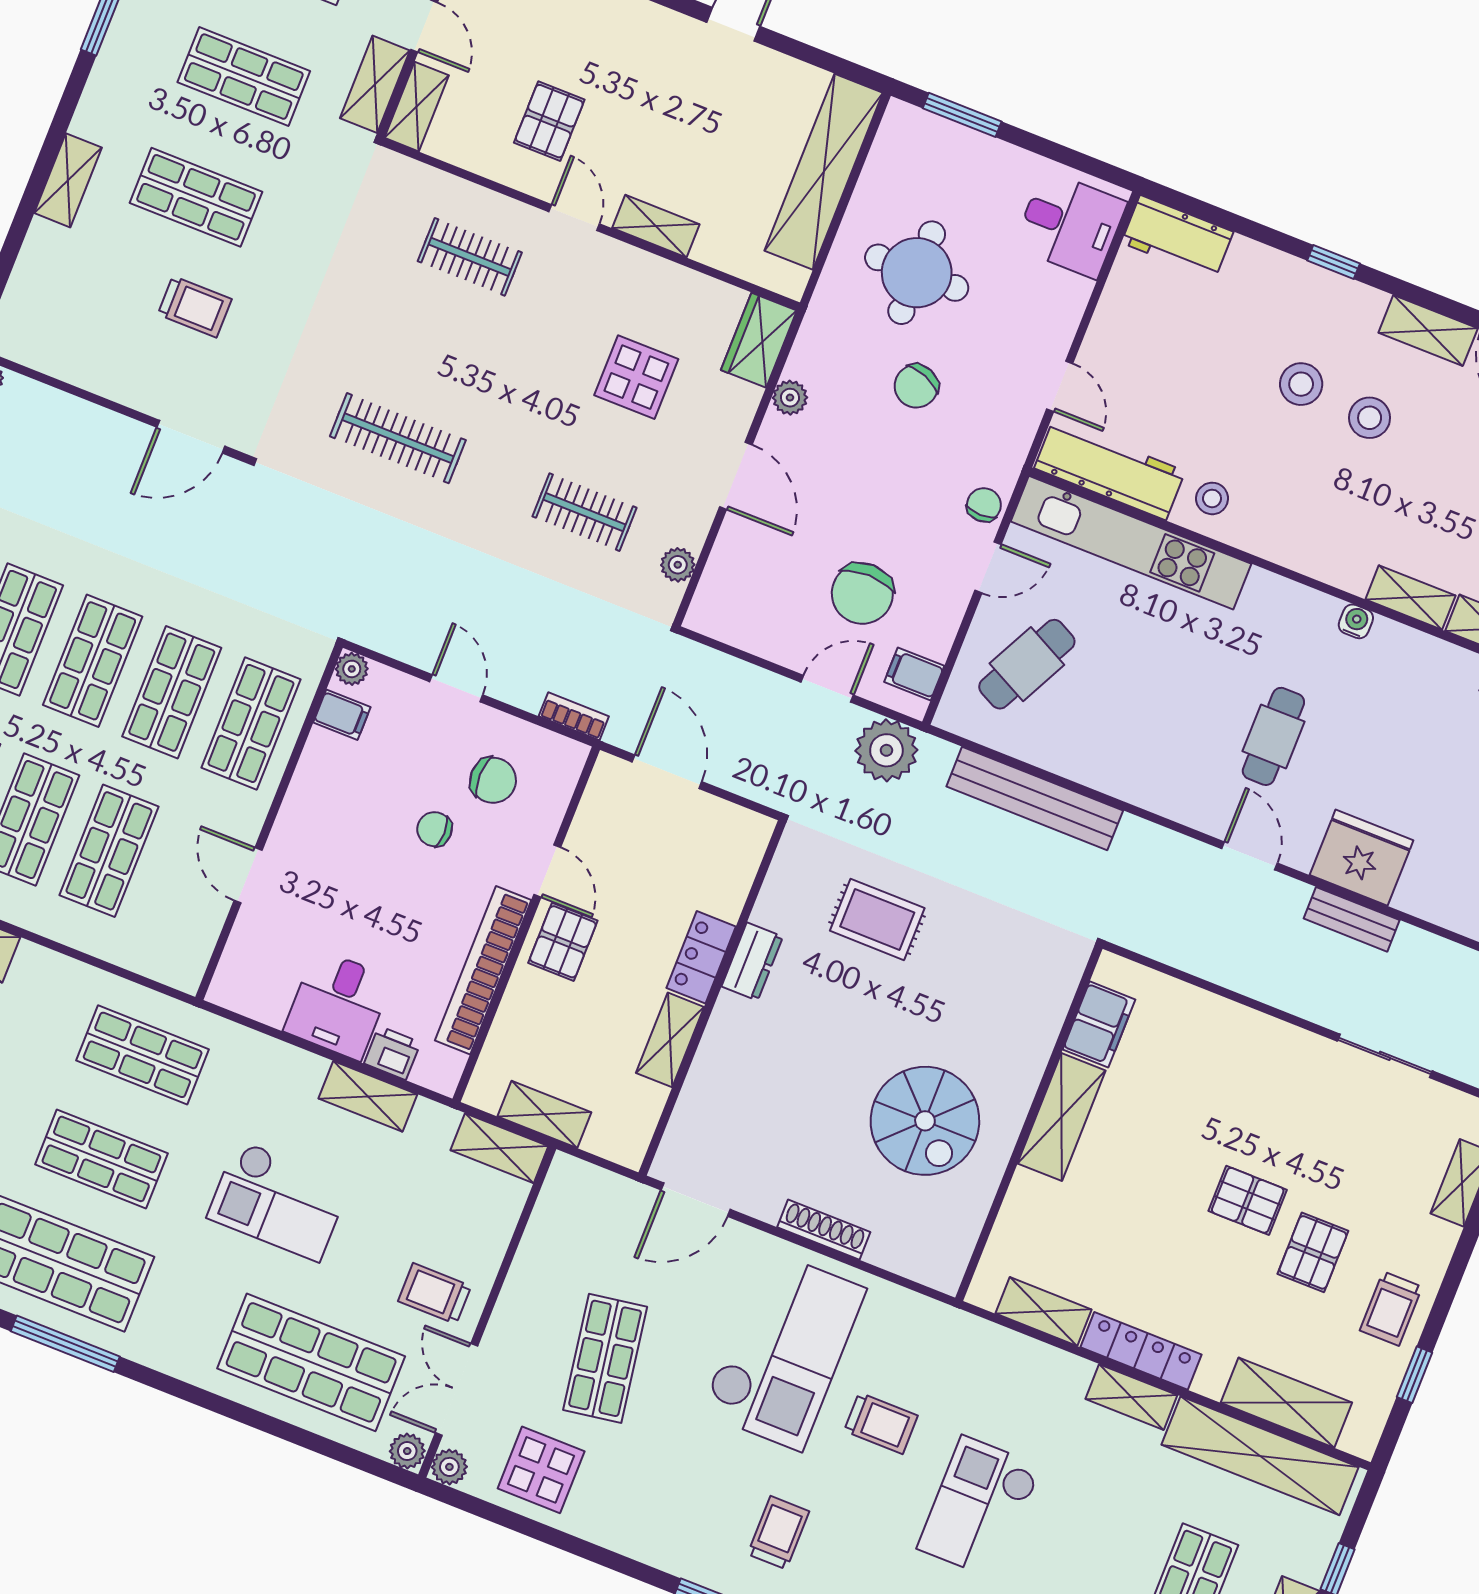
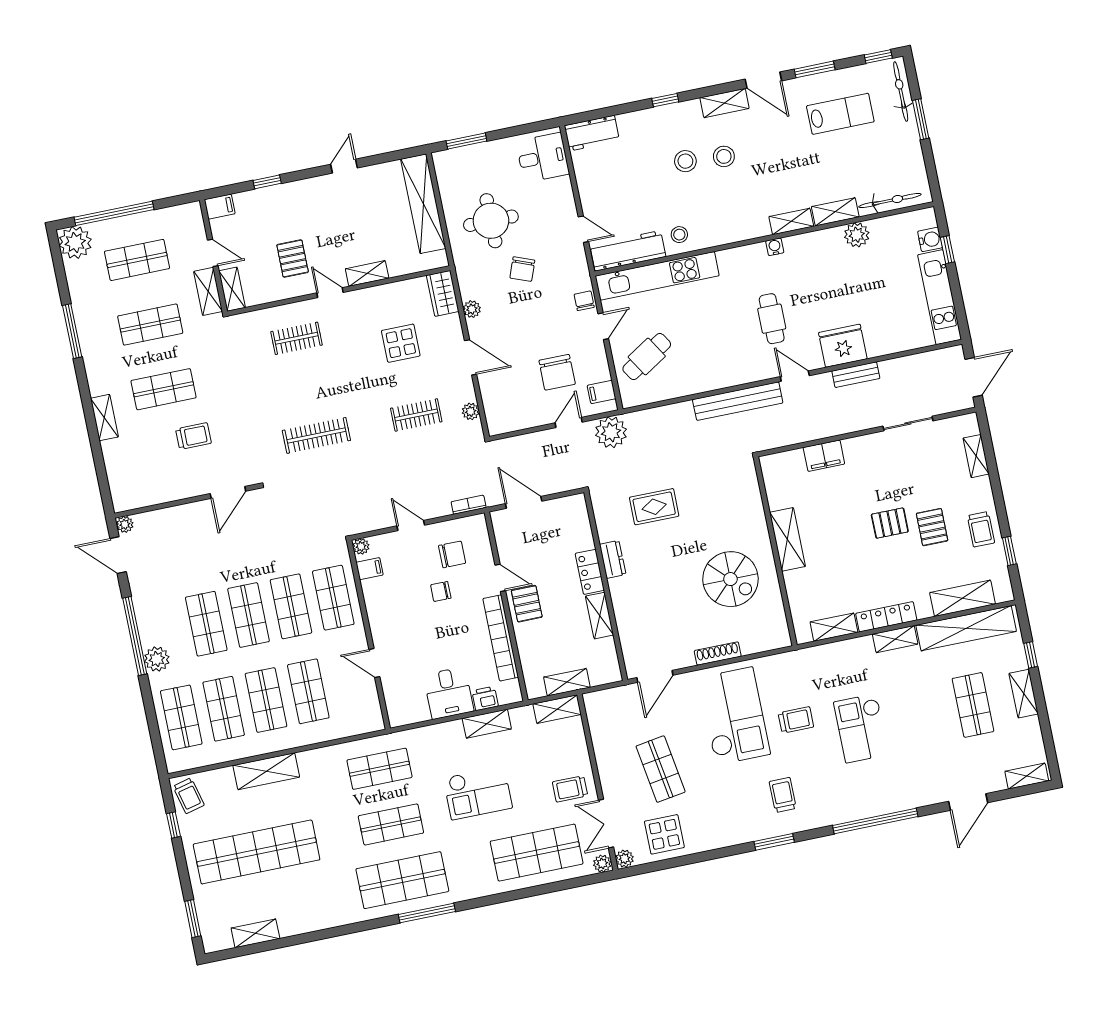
cafe table: (1027, 664) -> (647, 357), turned 31
bench: (1035, 799) -> (738, 401), moved
filing cabinet: (1099, 1024) -> (824, 456), moved, turned 90

